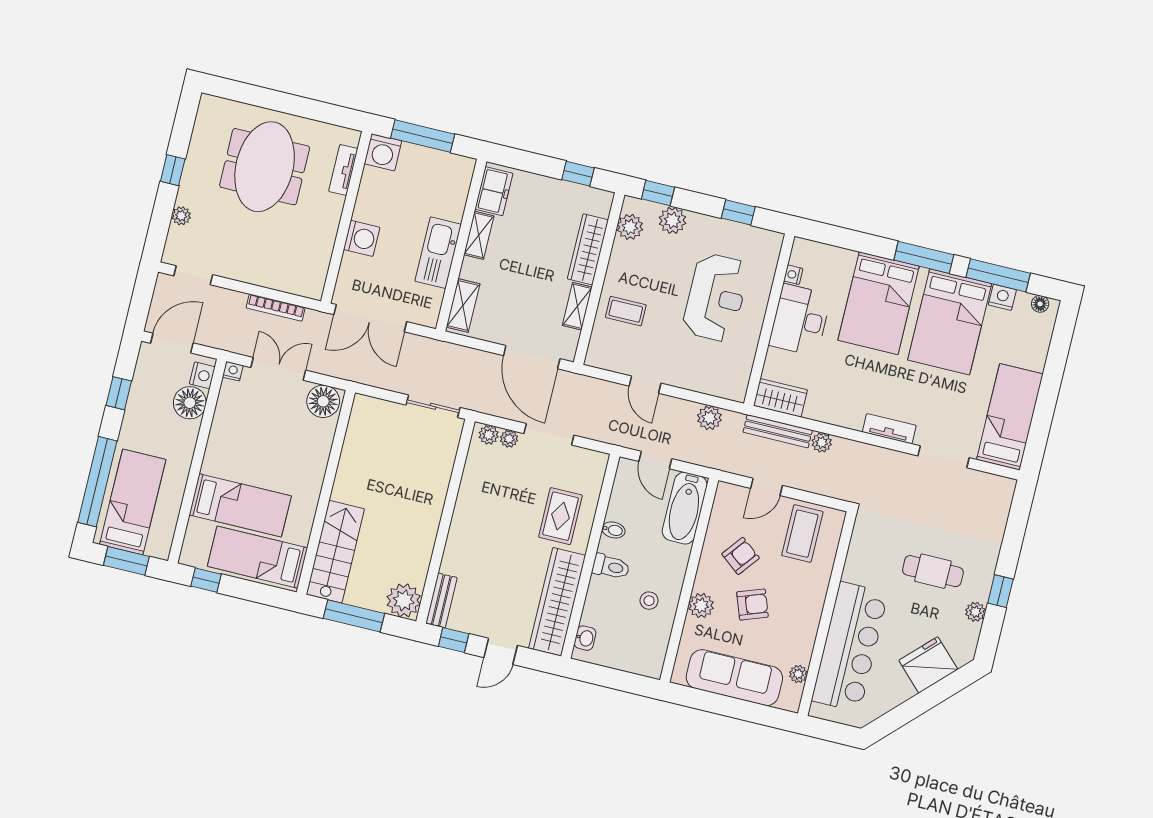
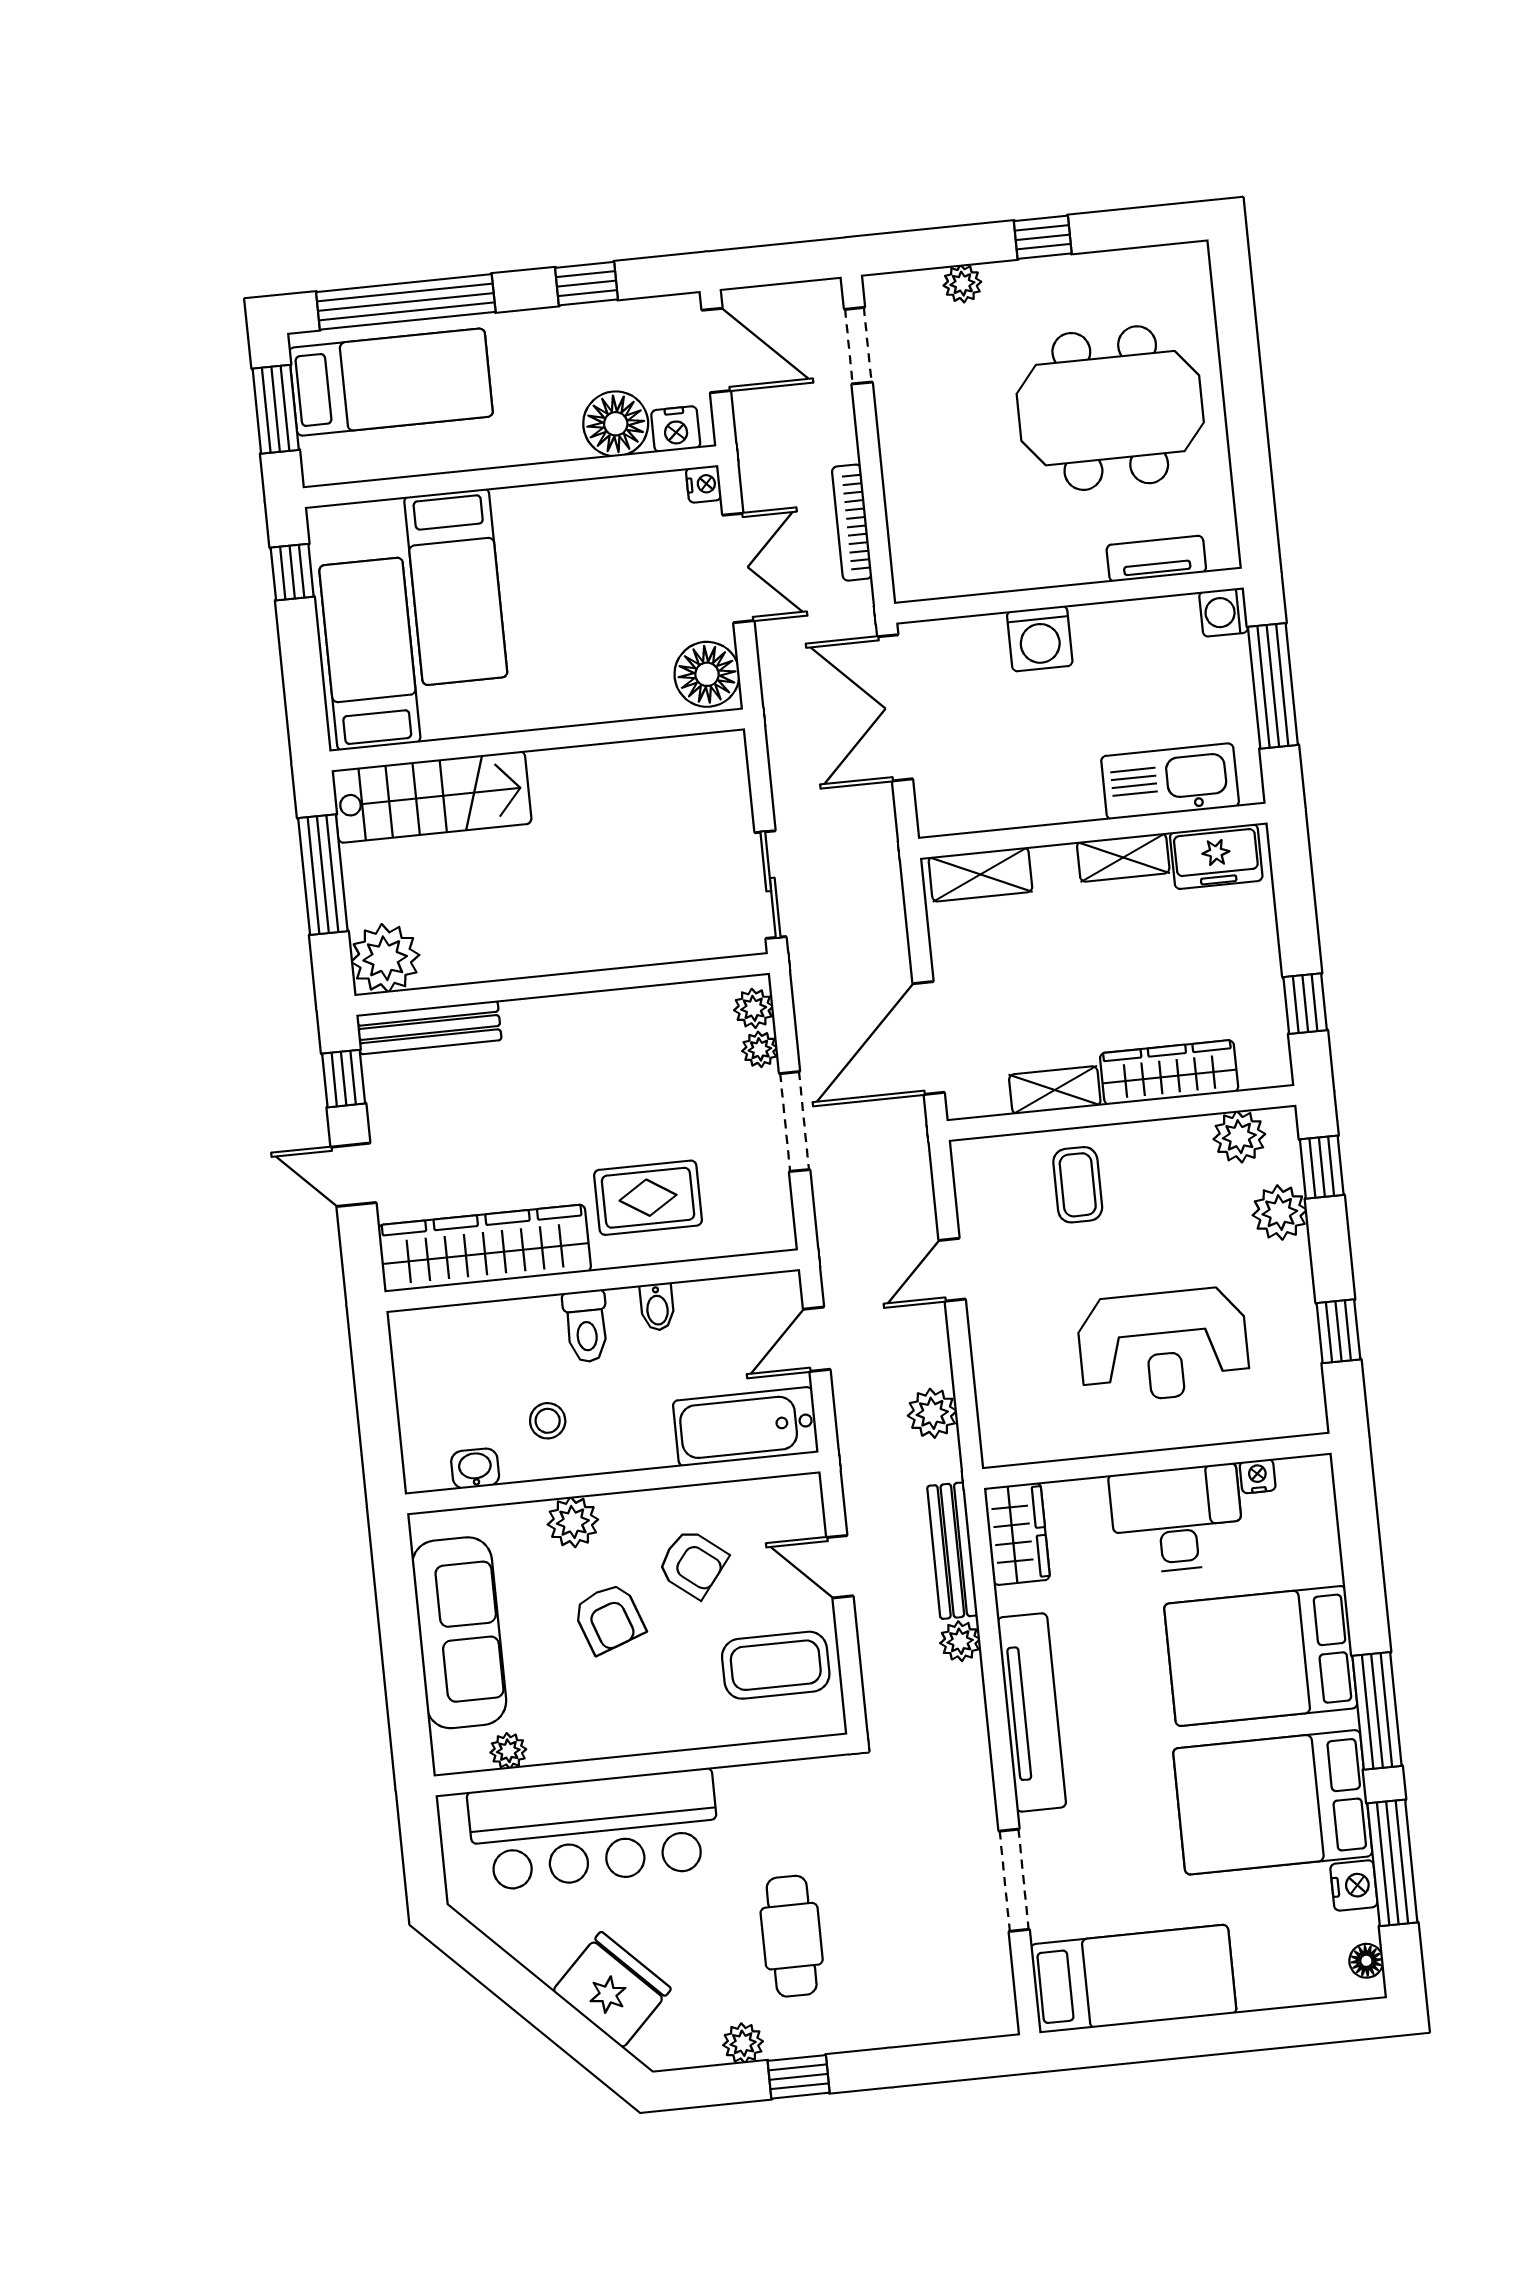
washing machine: (383, 152) -> (1224, 612), width x0.73, depth x0.73
kitchen sink: (438, 253) -> (1170, 781), moved
tv unit: (889, 429) -> (1032, 1712), width x1.92, depth x1.29
bench: (441, 600) -> (429, 1027), width x1.36
washbasin: (585, 638) -> (475, 1468), moved, turned 180

